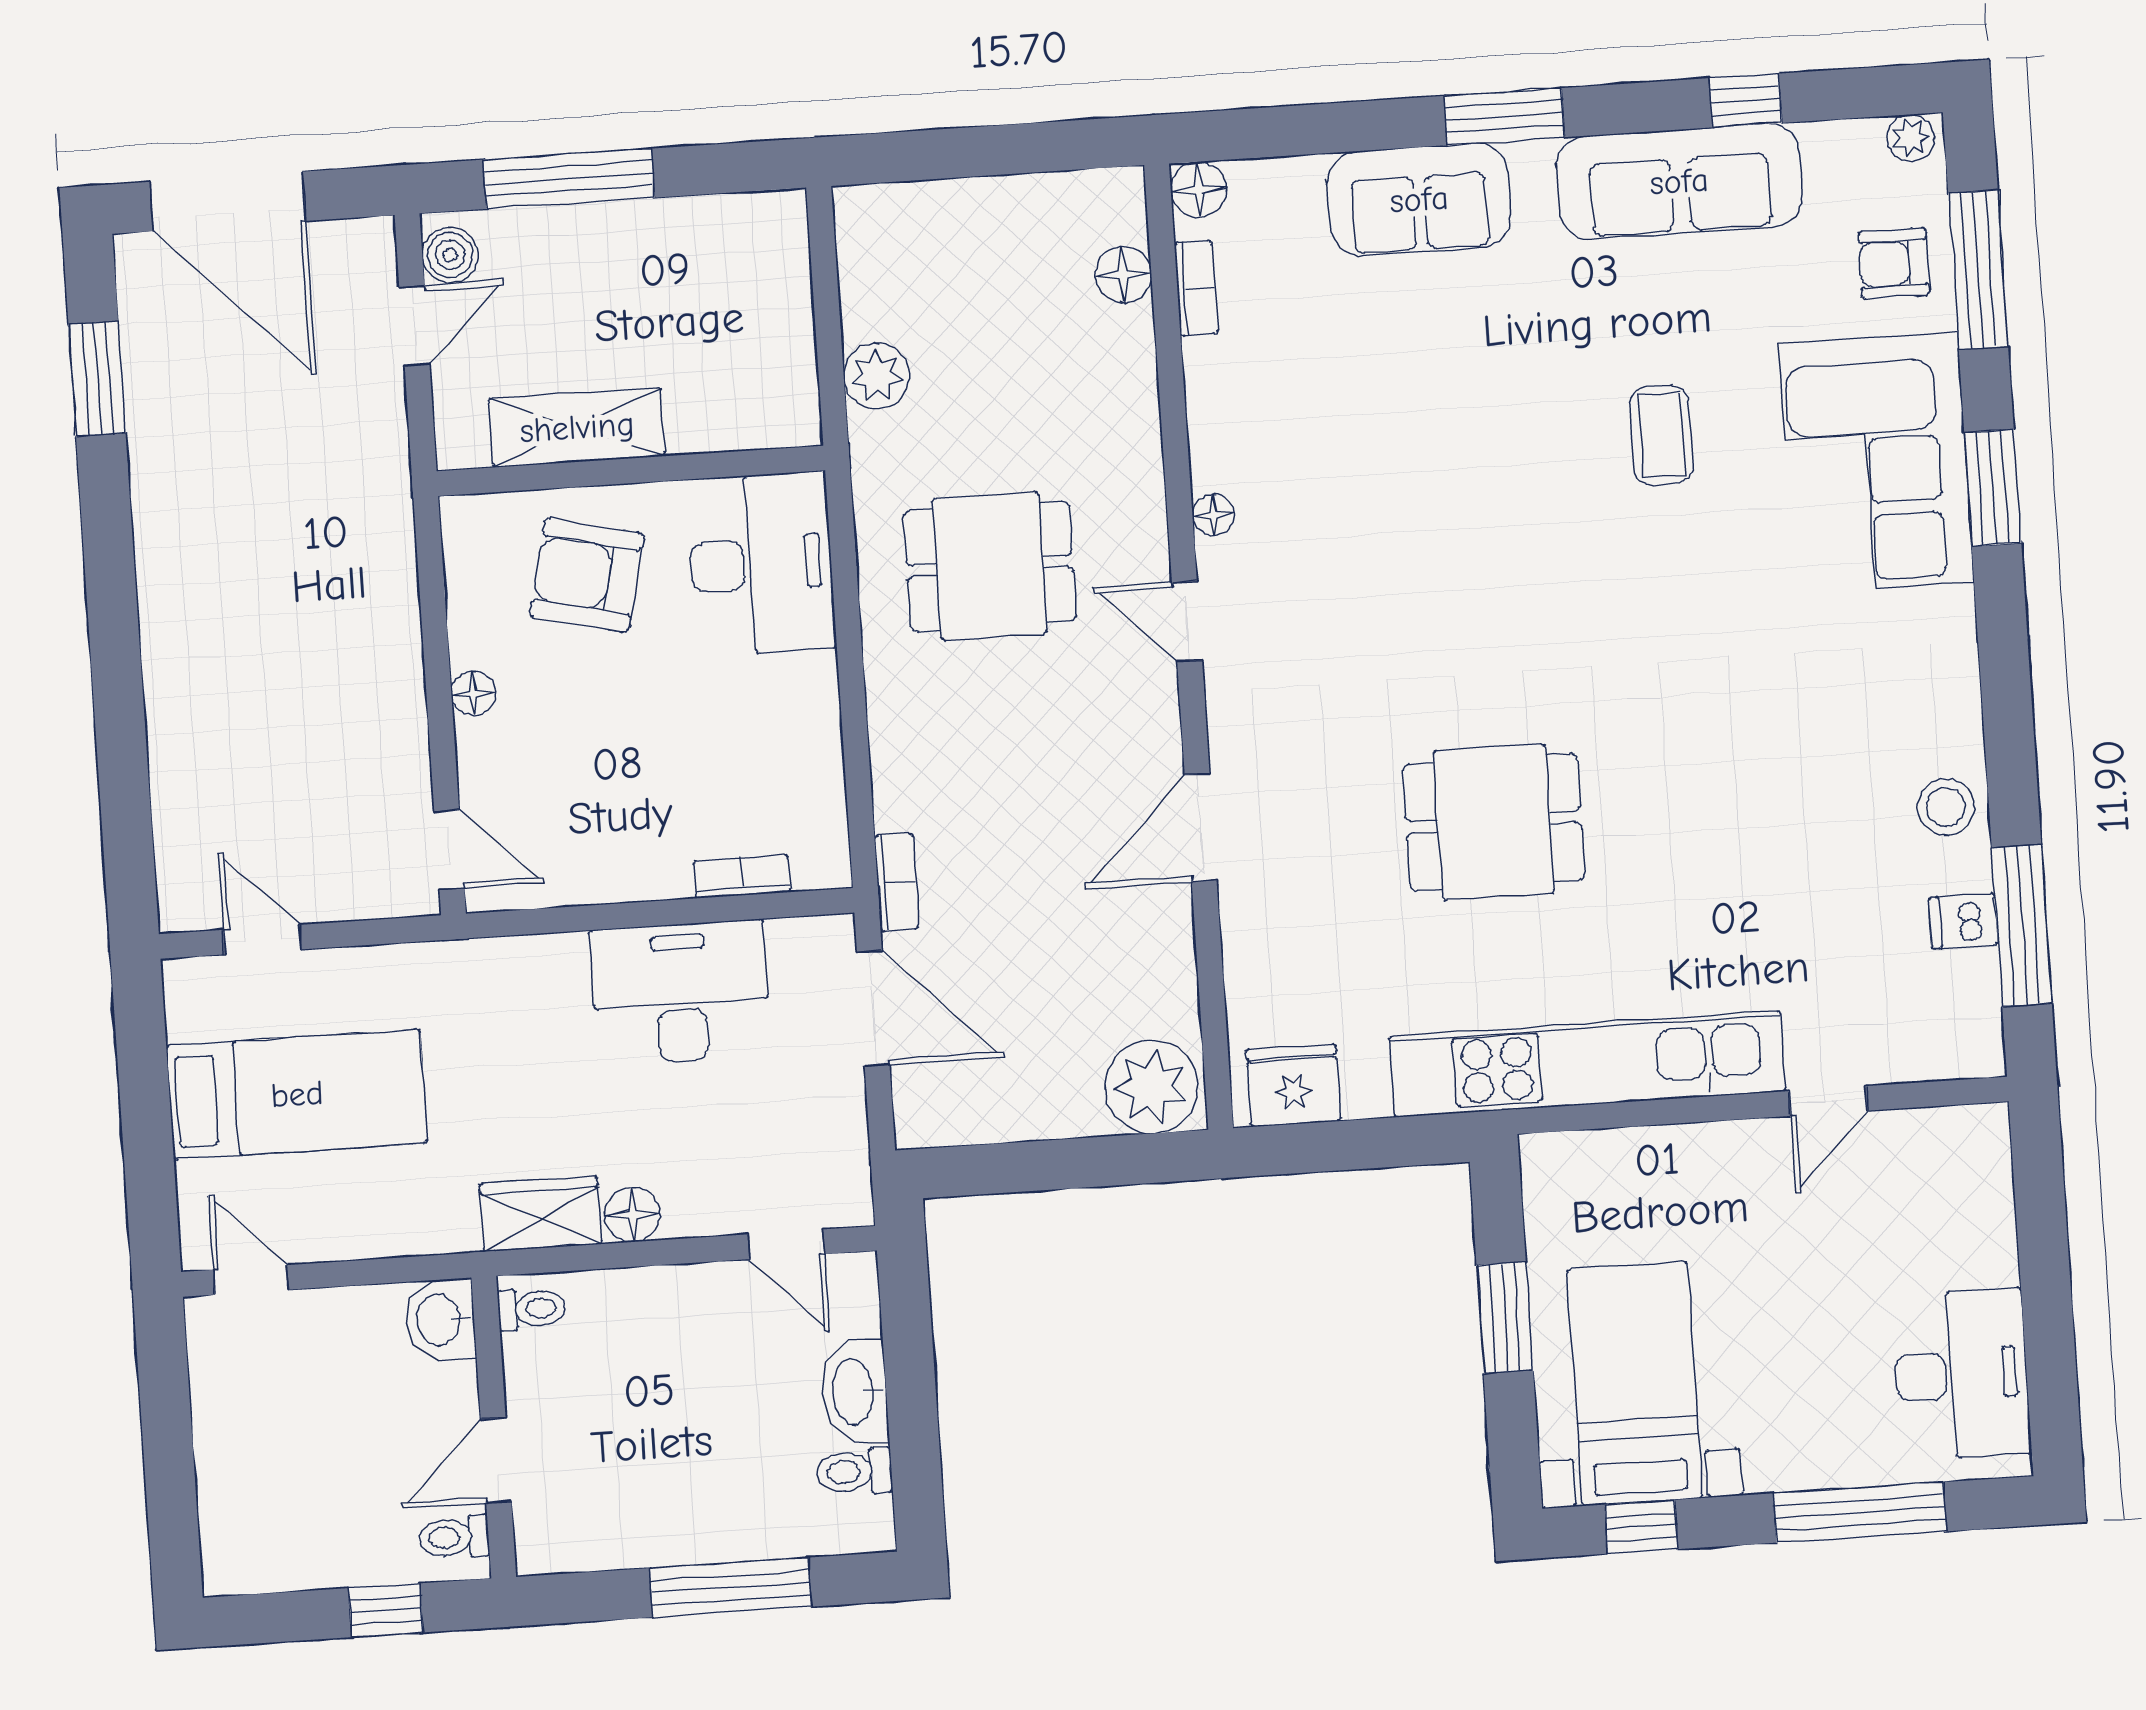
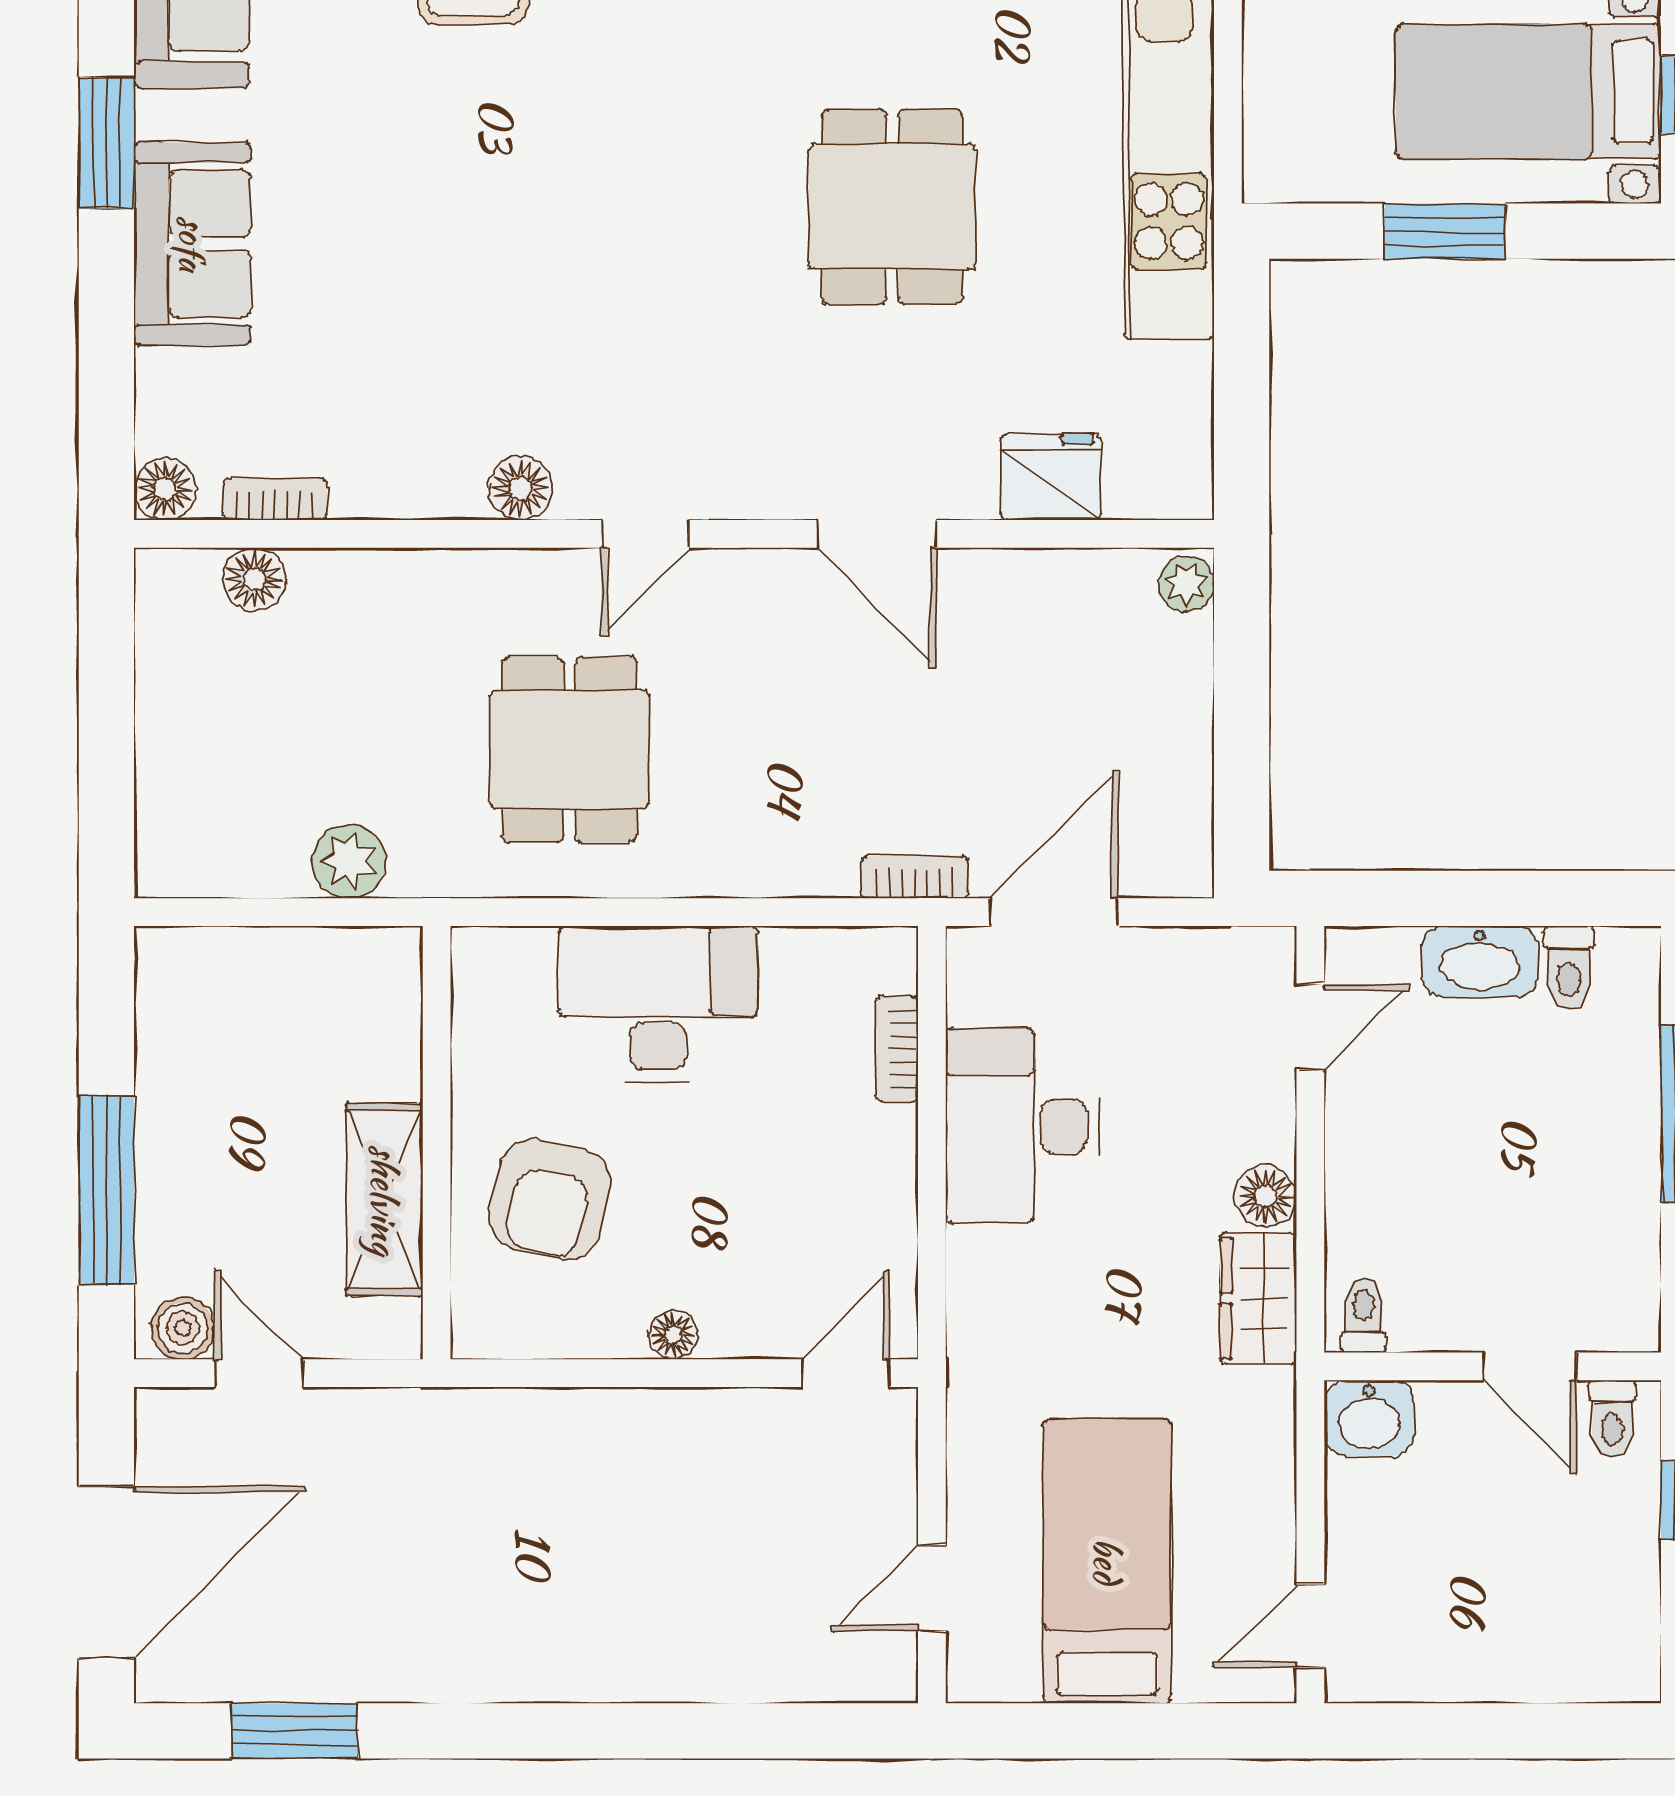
floor lamp: (1213, 515) -> (520, 488), width x1.37, depth x1.37
desk: (761, 564) -> (658, 1004), moved
fridge: (1293, 1085) -> (1051, 477), moved, turned 90
plant: (1151, 1087) -> (1186, 584), width x0.53, depth x0.53

